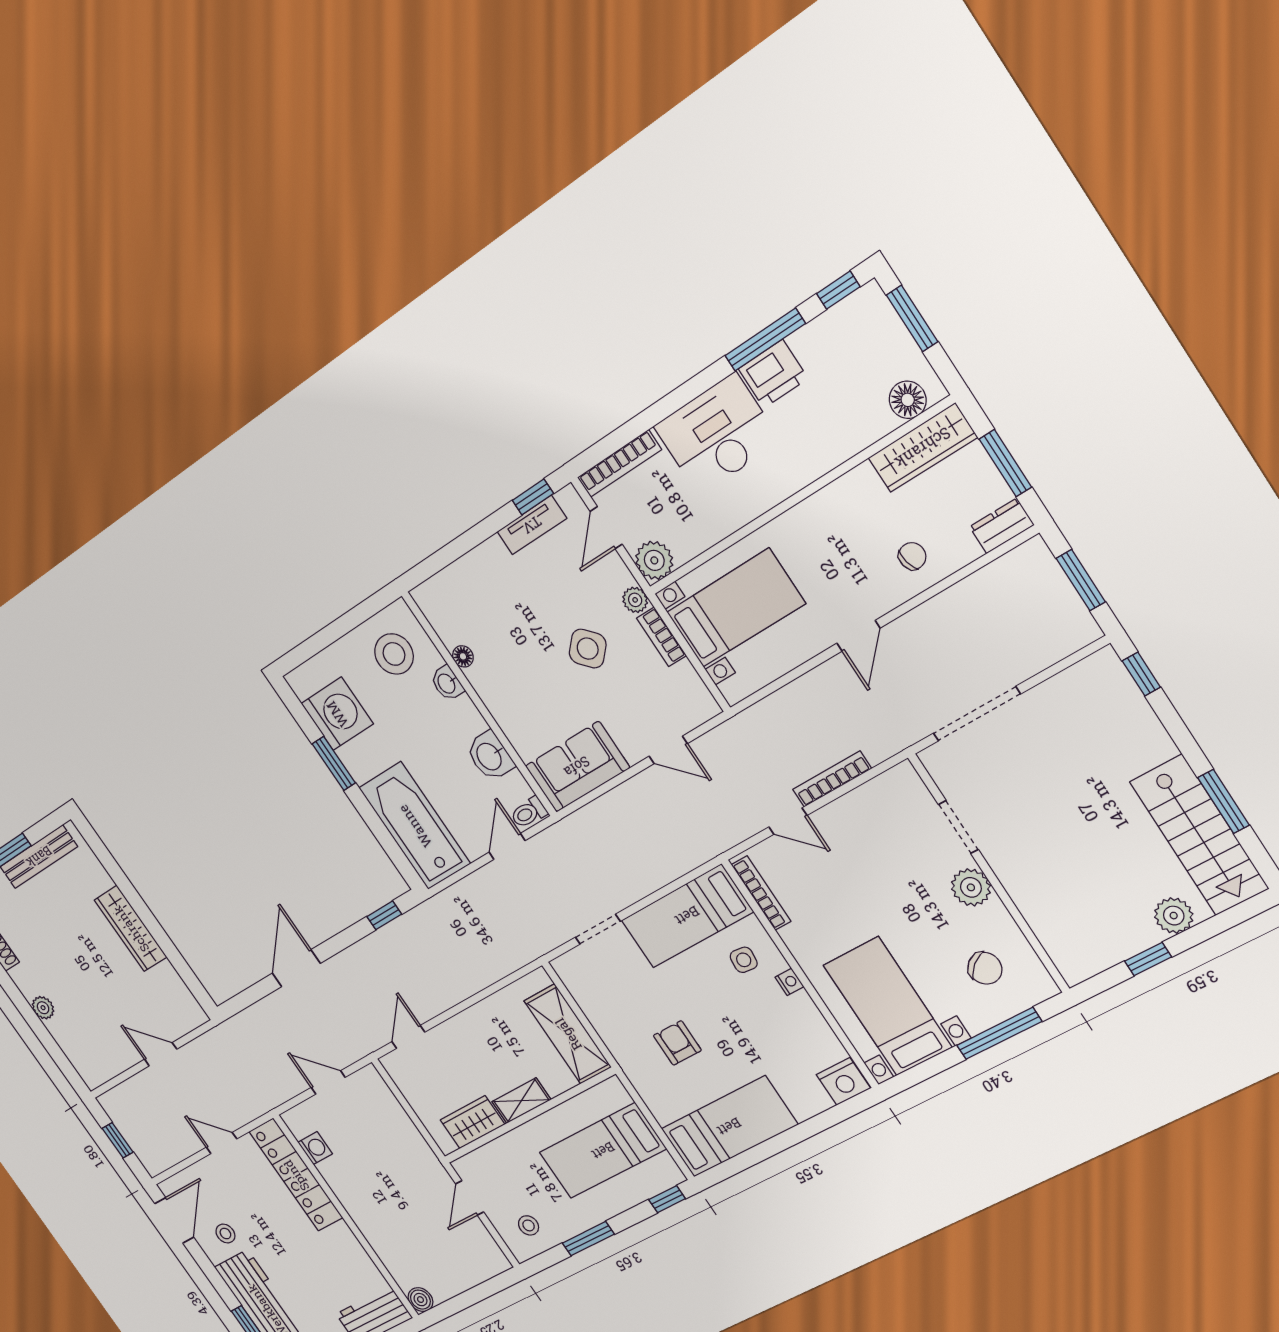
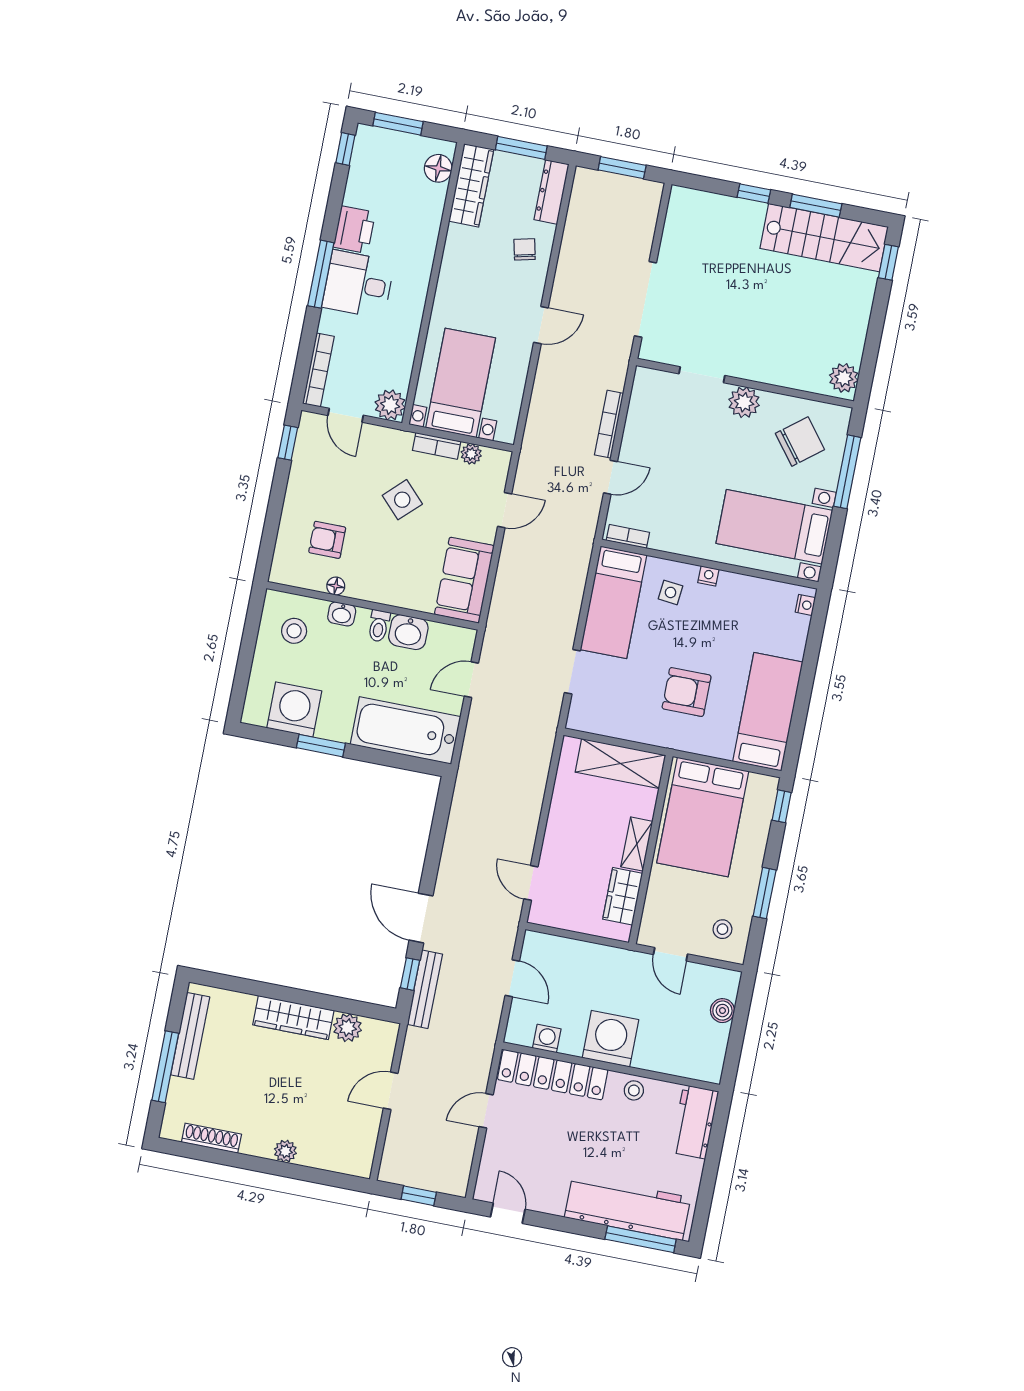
window: (765, 340) -> (321, 274), moved
desk: (717, 434) -> (358, 284), width x0.73
tv unit: (532, 525) -> (302, 460), removed
dresser: (1002, 526) -> (552, 192), width x1.44
plant: (635, 600) -> (471, 454), moved
armchair: (491, 612) -> (327, 540), added
door: (858, 636) -> (541, 325), hinge flipped
stool: (394, 654) -> (294, 631), width x0.73, depth x0.73
window: (1141, 674) -> (754, 193), moved
toilet: (529, 813) -> (379, 626), moved
door: (507, 846) -> (471, 680), hinge flipped
bookcase: (761, 893) -> (628, 536), width x0.64
window: (384, 915) -> (410, 974), moved
plant: (1174, 916) -> (844, 378), moved
window: (1148, 959) -> (888, 262), moved
chair: (985, 968) -> (800, 441), width x1.37, depth x1.37
plant: (167, 979) -> (348, 1028), added
bench: (252, 1018) -> (425, 989), added
armchair: (677, 1043) -> (687, 692), width x1.38, depth x1.38
nightstand: (843, 1081) -> (805, 605), width x0.53, depth x0.56
door: (328, 1082) -> (512, 978), swing flipped
bed: (603, 1151) -> (703, 817), width x1.50
washing machine: (364, 1200) -> (610, 1039), added
door: (174, 1220) -> (508, 1213), width x0.73
stool: (225, 1234) -> (634, 1090), moved
boiler: (420, 1300) -> (722, 1011), moved

